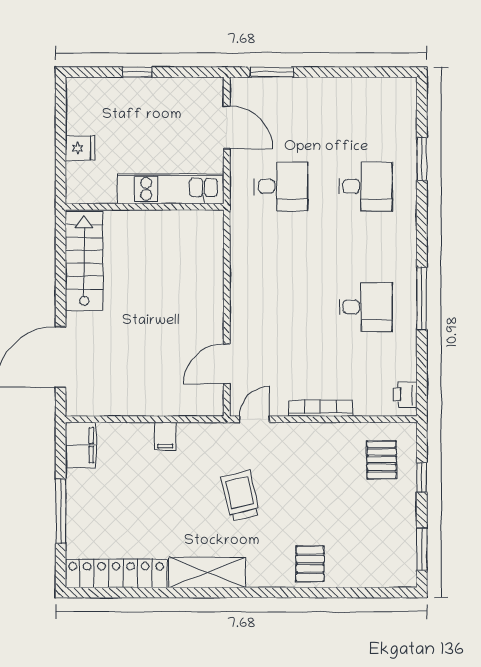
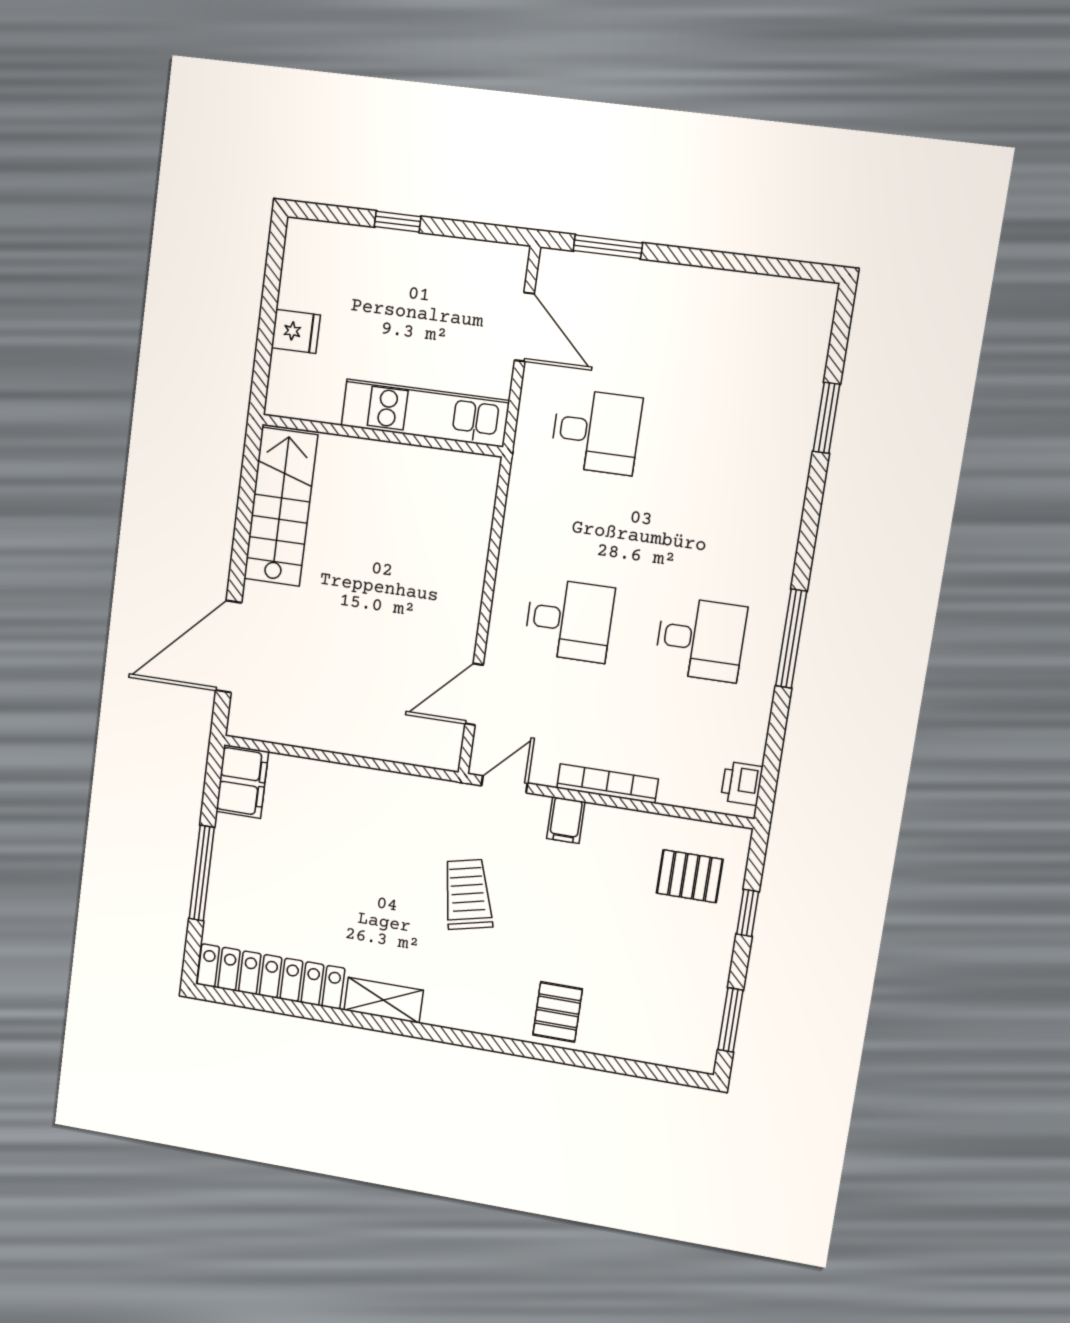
desk: (366, 186) -> (569, 620), moved
filing cabinet: (165, 436) -> (566, 820), moved
pallet: (382, 460) -> (690, 876), turned 90
shelving: (207, 572) -> (384, 1000), width x0.67, depth x0.75

